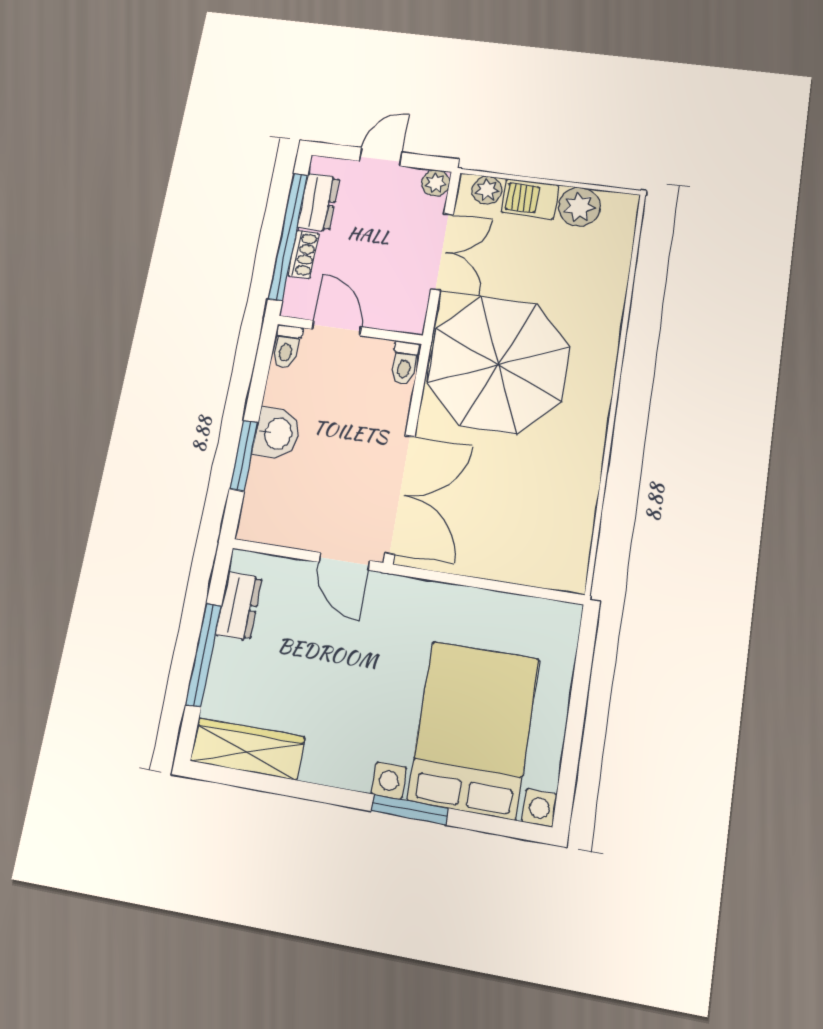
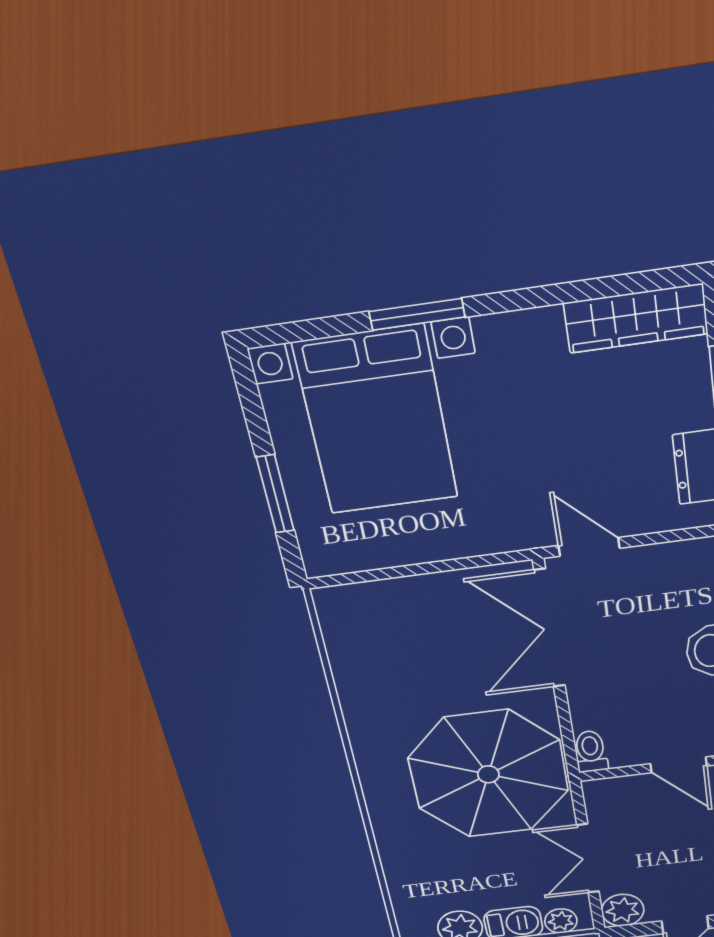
plant: (436, 183) -> (623, 910), width x1.38, depth x1.38
window: (580, 692) -> (275, 494), added

